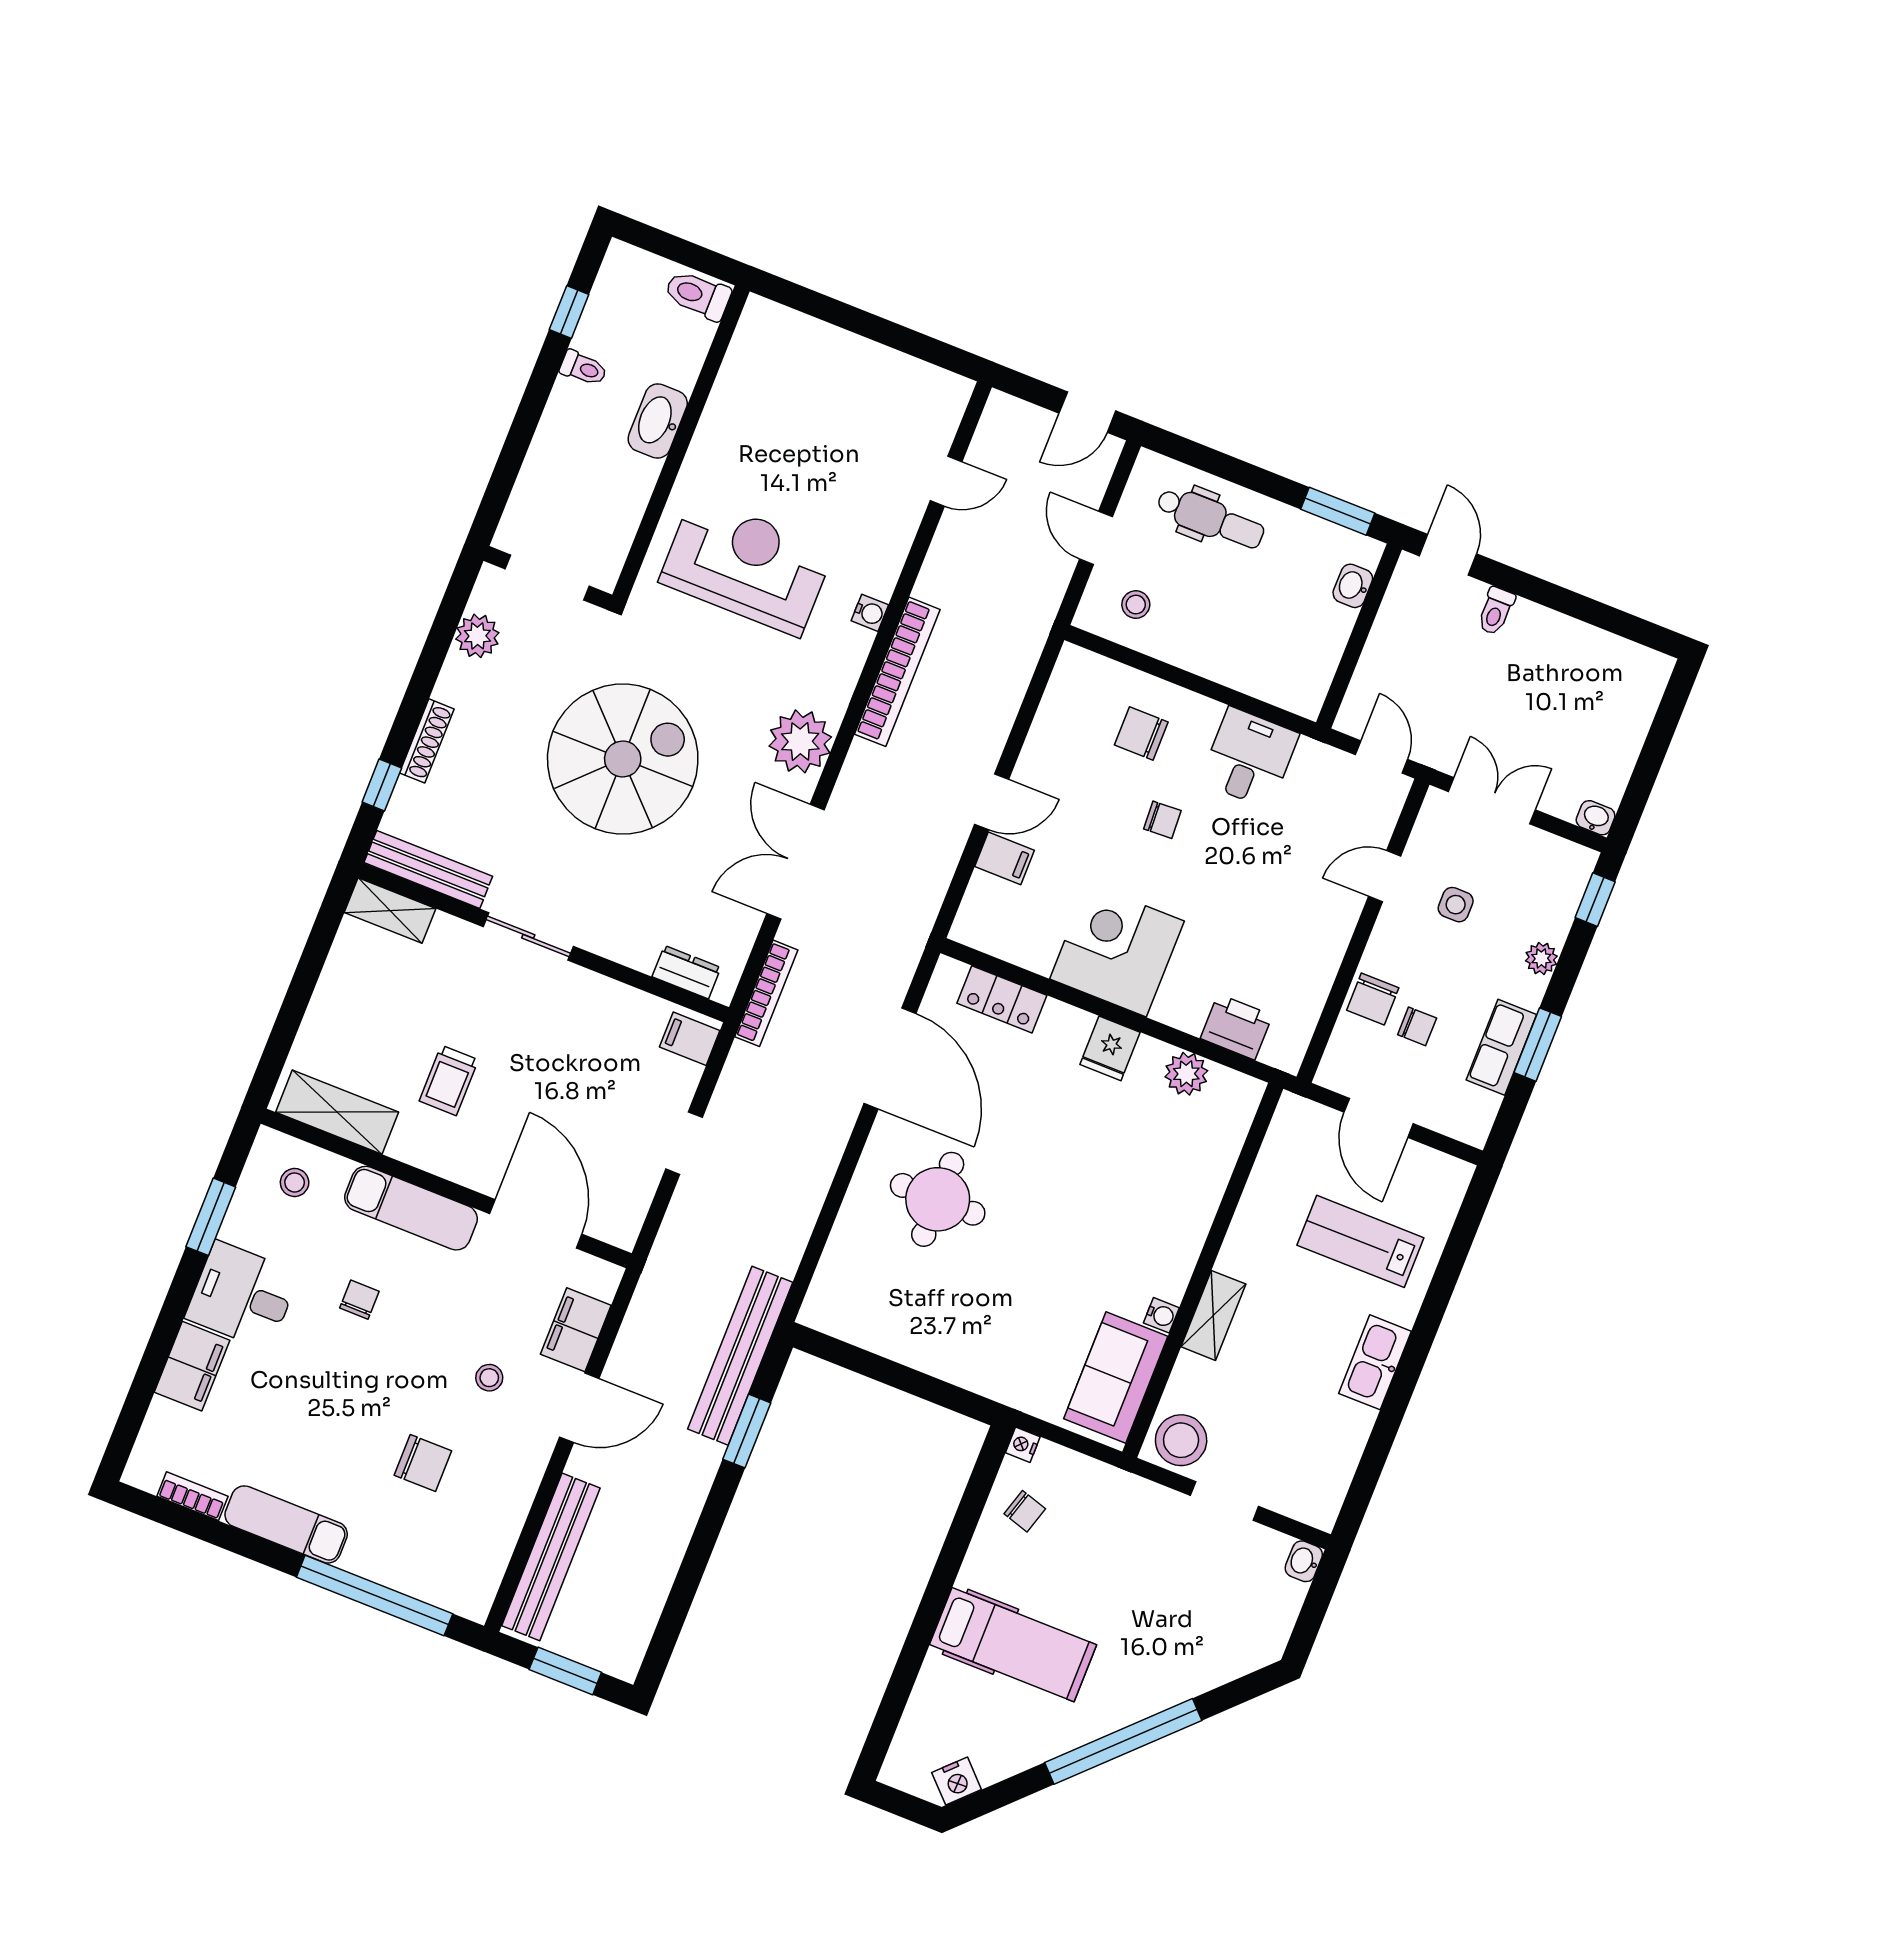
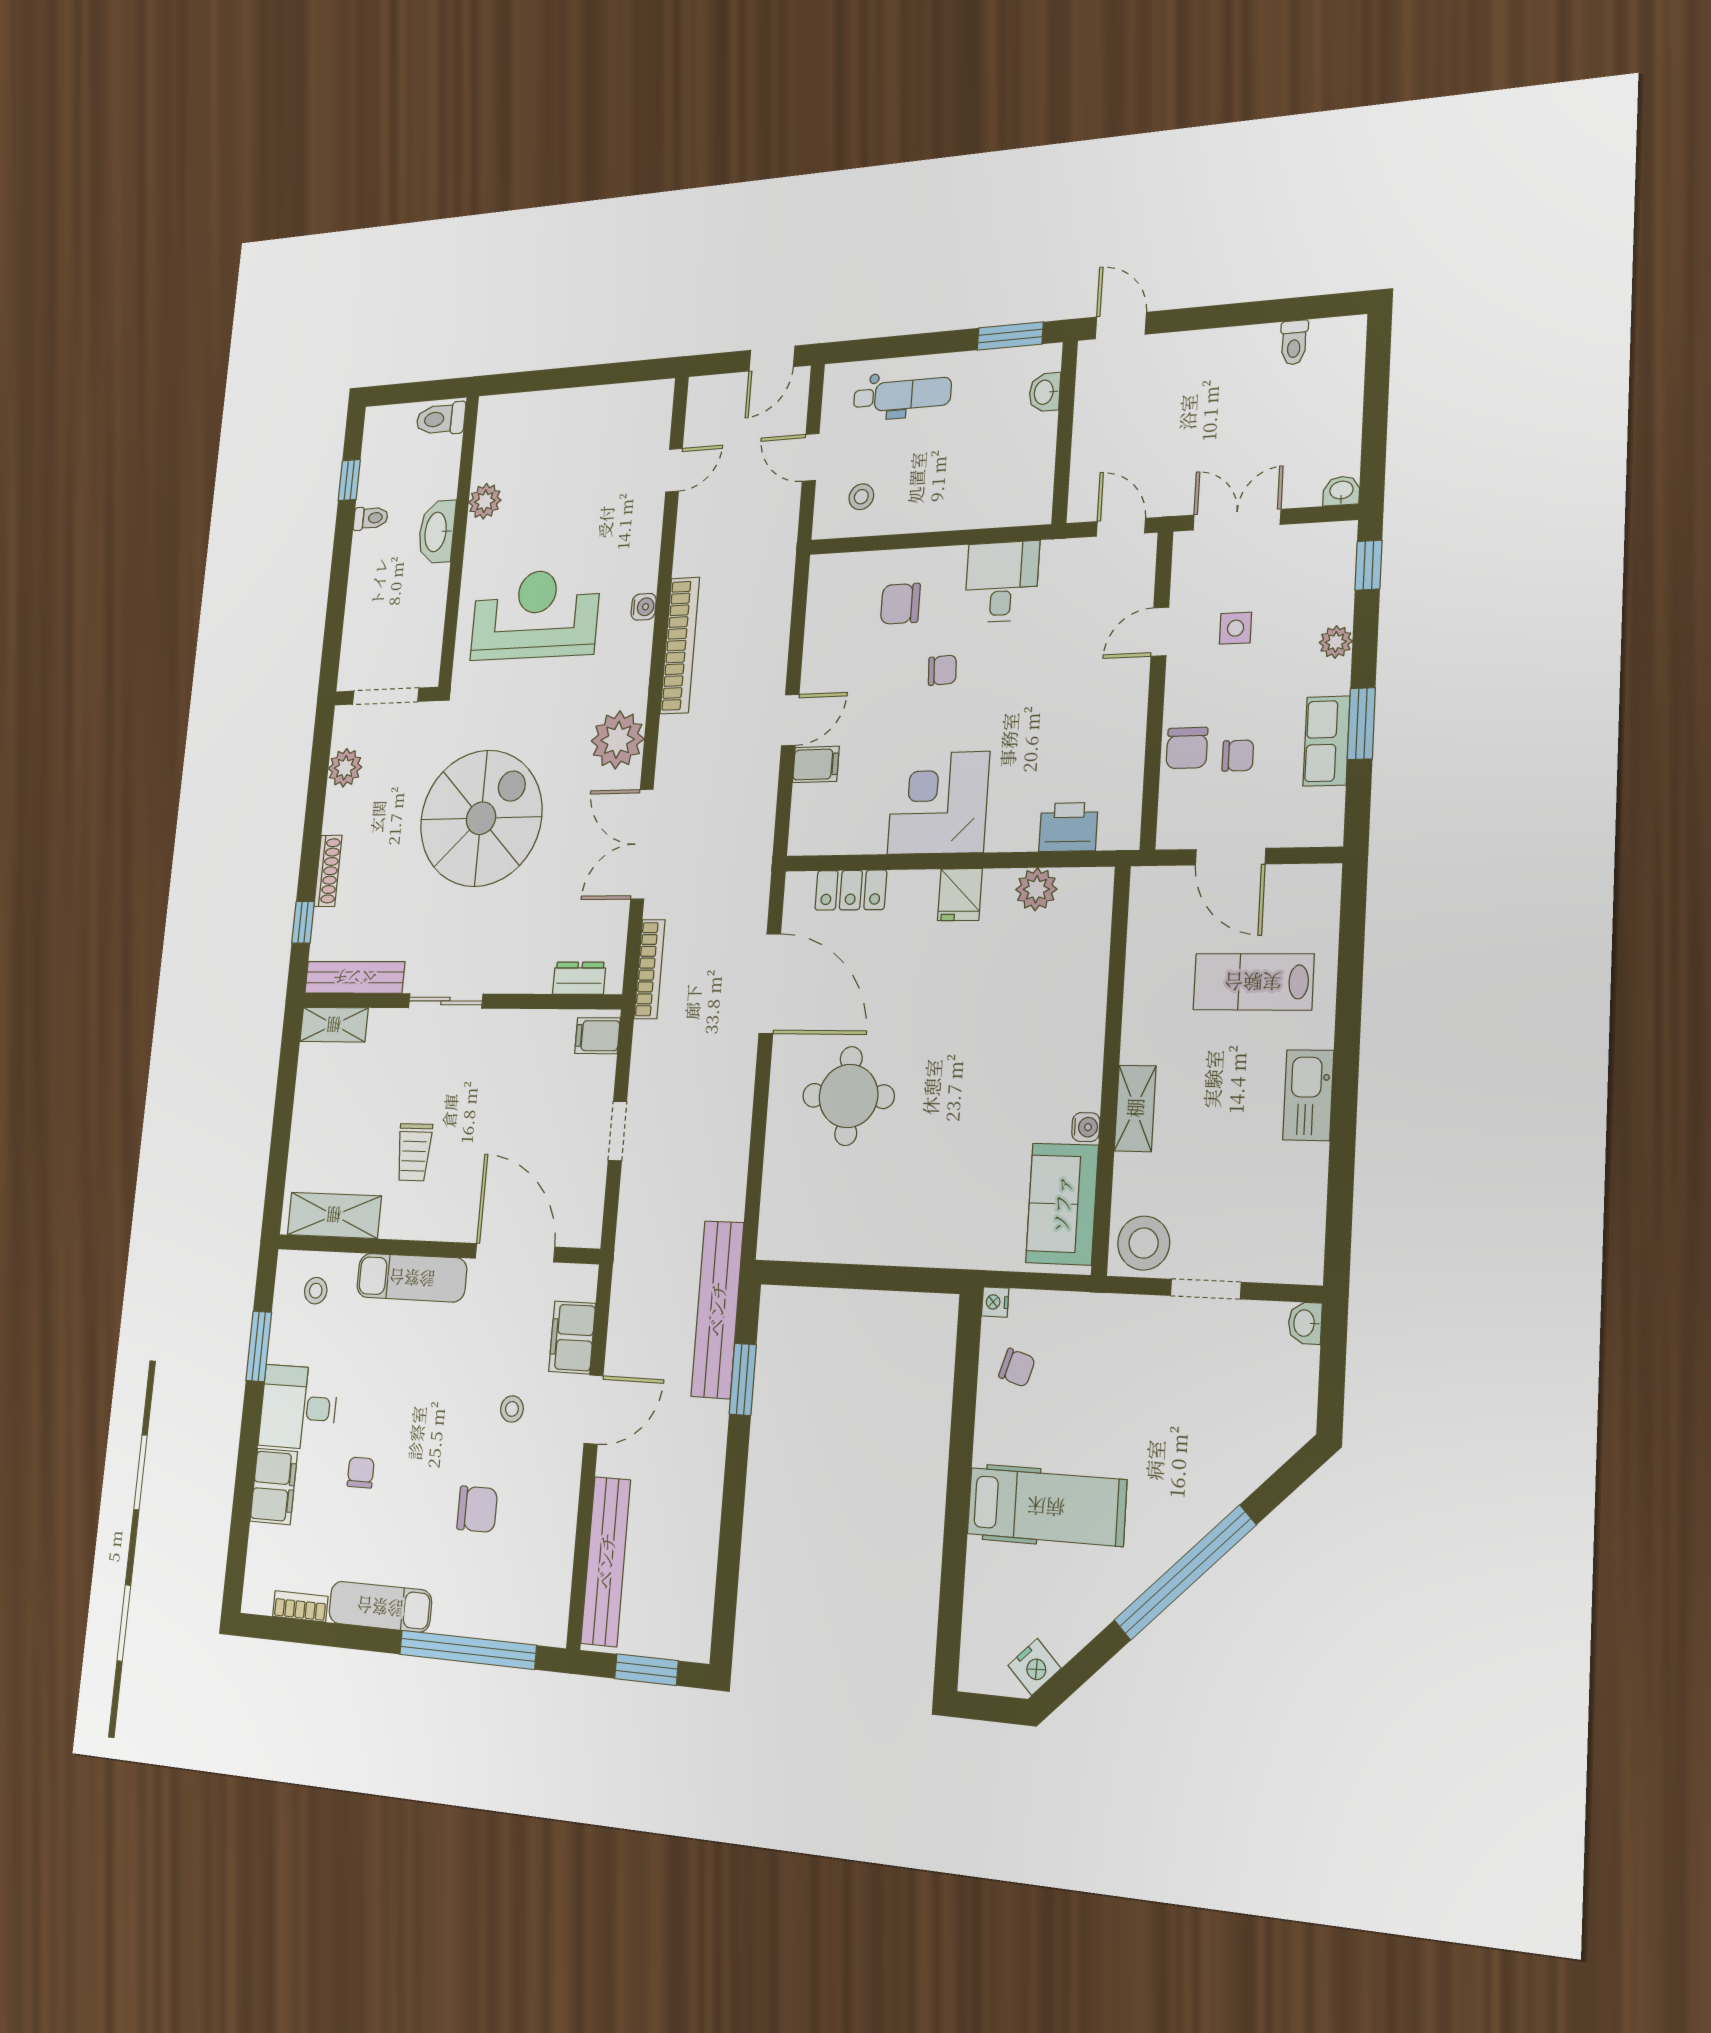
plant: (724, 413) -> (485, 501), added
toilet: (1496, 611) -> (1294, 343), moved
chair: (359, 1300) -> (361, 1473), moved

